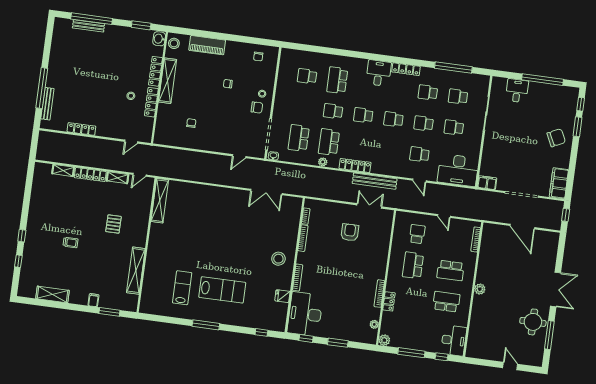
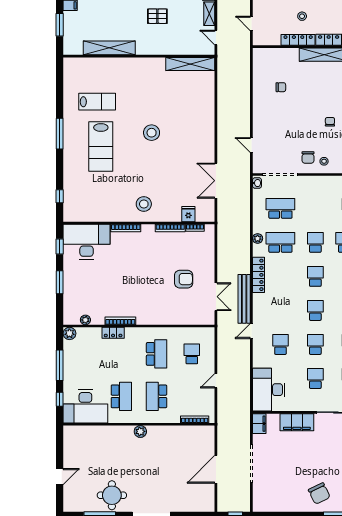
door: (419, 181) -> (251, 331), moved
filing cabinet: (559, 183) -> (297, 422), moved, turned 180
school desk: (417, 234) -> (192, 354), turned -90
stool: (216, 243) -> (152, 133), added
school desk: (413, 265) -> (157, 354), turned 90
fridge: (282, 296) -> (188, 214), moved
desk: (454, 340) -> (85, 406), width x1.36, depth x1.30

